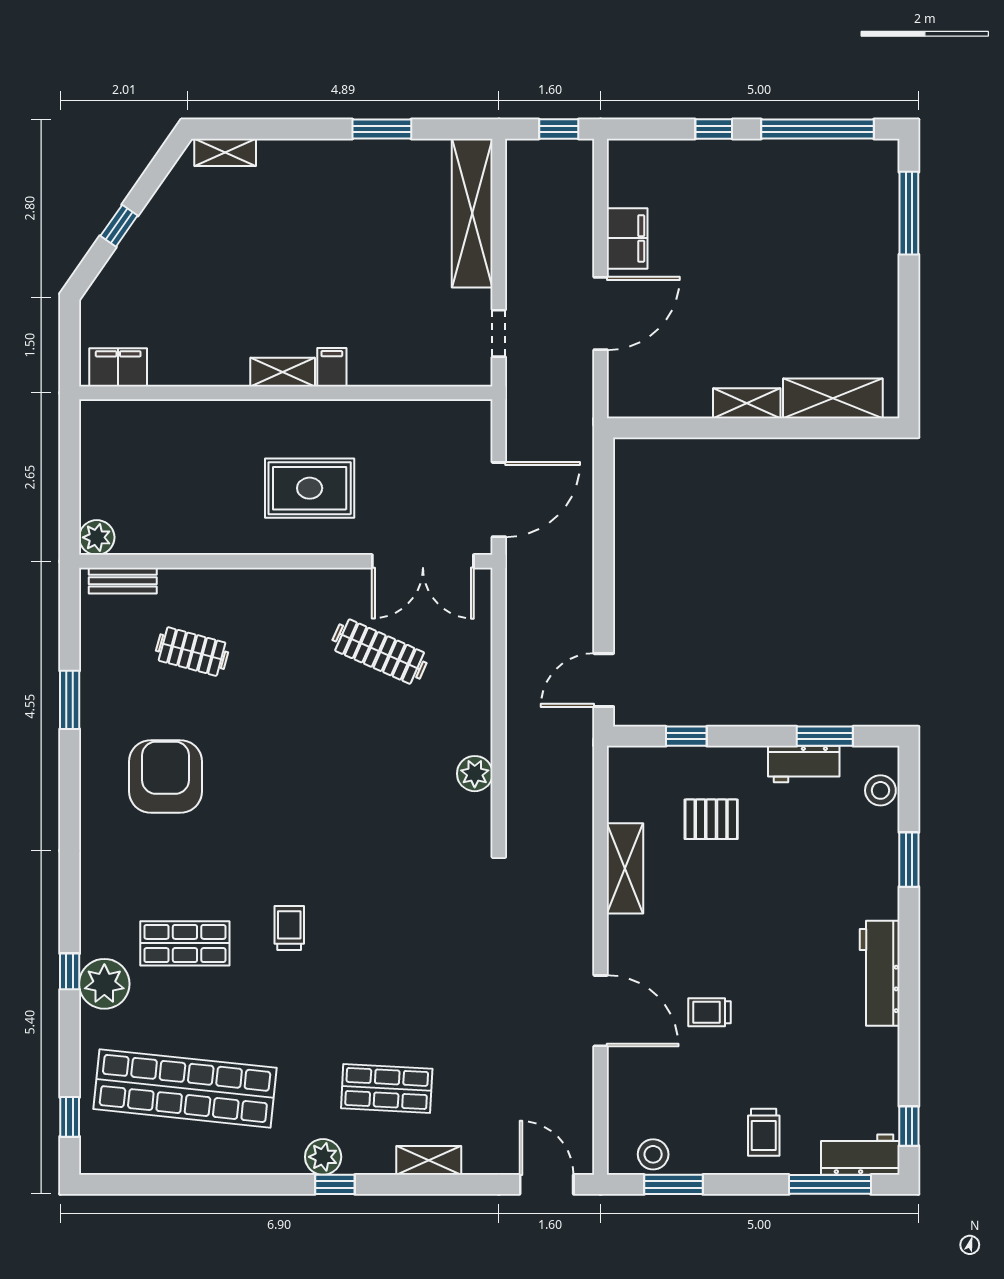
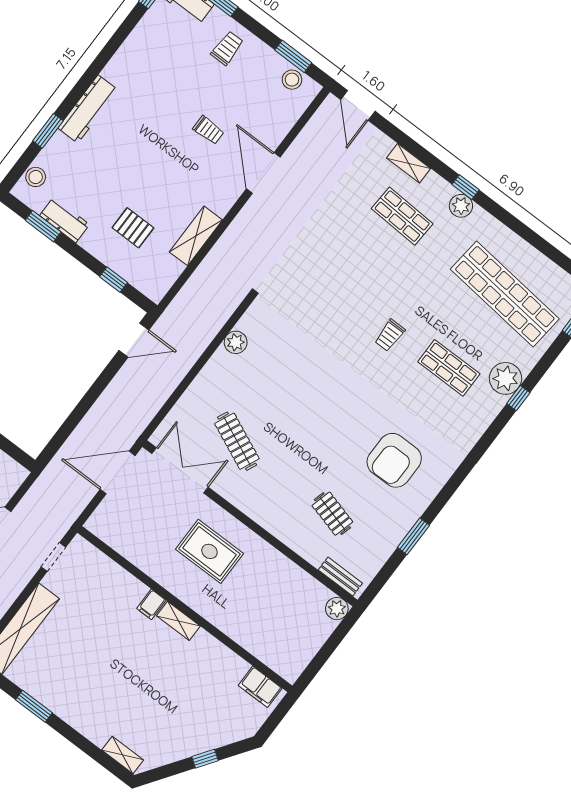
workbench: (880, 973) -> (88, 109), moved

